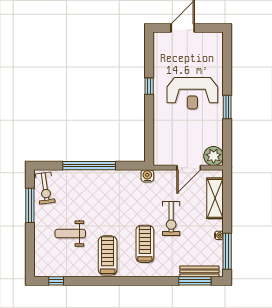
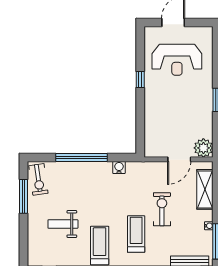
reception desk: (192, 93) -> (177, 60), moved
water cooler: (147, 176) -> (119, 167), moved
exercise bike: (171, 218) -> (162, 209), turned 180

